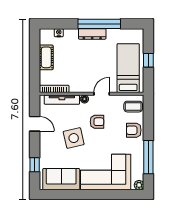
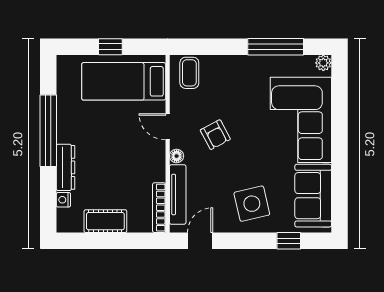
dresser: (92, 34) -> (65, 167), moved
armchair: (97, 122) -> (215, 135), turned 152
door: (35, 124) -> (200, 241), moved
armchair: (134, 130) -> (230, 72), removed
side table: (74, 138) -> (252, 204), moved

